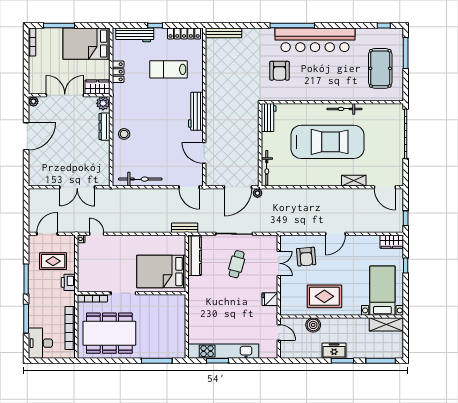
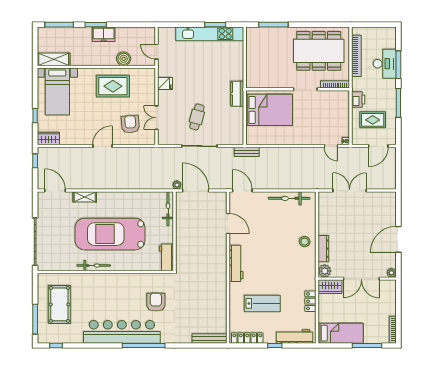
bed: (87, 44) -> (341, 333), width x0.67
door: (238, 187) -> (196, 191), hinge flipped
kitchen counter: (195, 256) -> (237, 94), moved, width x0.67
desk: (40, 343) -> (385, 64), moved

